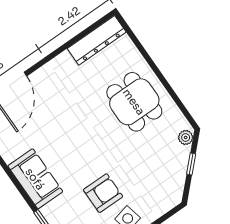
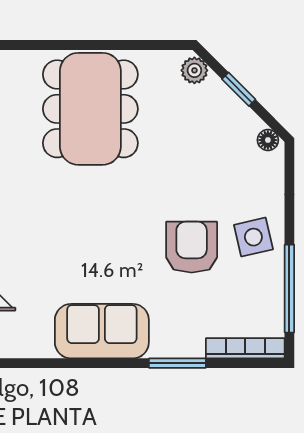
dining table: (134, 102) -> (90, 109), width x1.38
floor lamp: (177, 194) -> (268, 140), added

